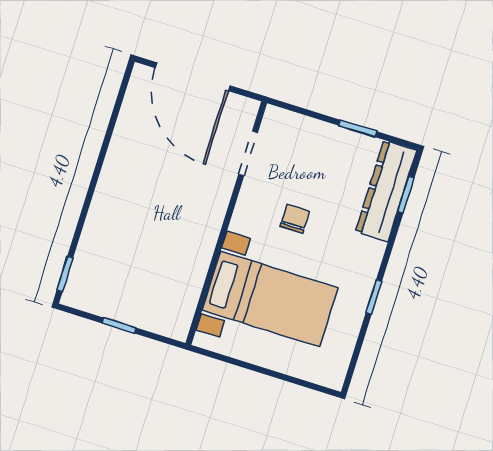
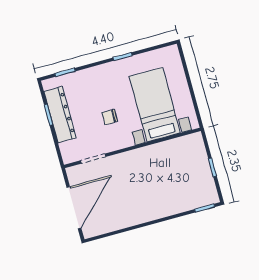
dresser: (386, 191) -> (60, 115), moved, turned -90

